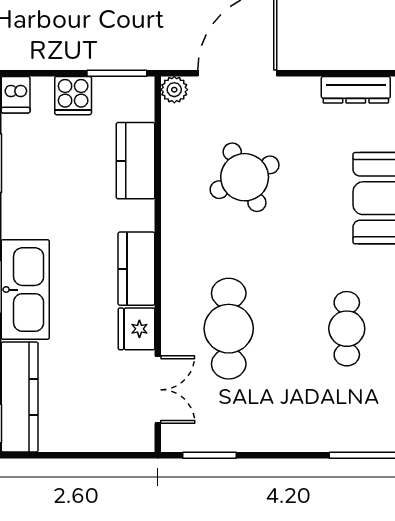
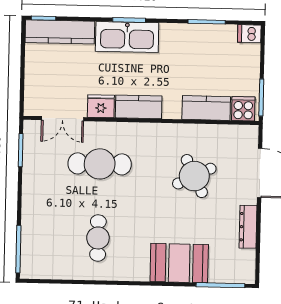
plant: (174, 90) -> (250, 133), removed
dresser: (356, 90) -> (248, 227), moved
cooker: (73, 96) -> (243, 109), moved, turned 90
cafe table: (347, 329) -> (98, 238), turned 90

